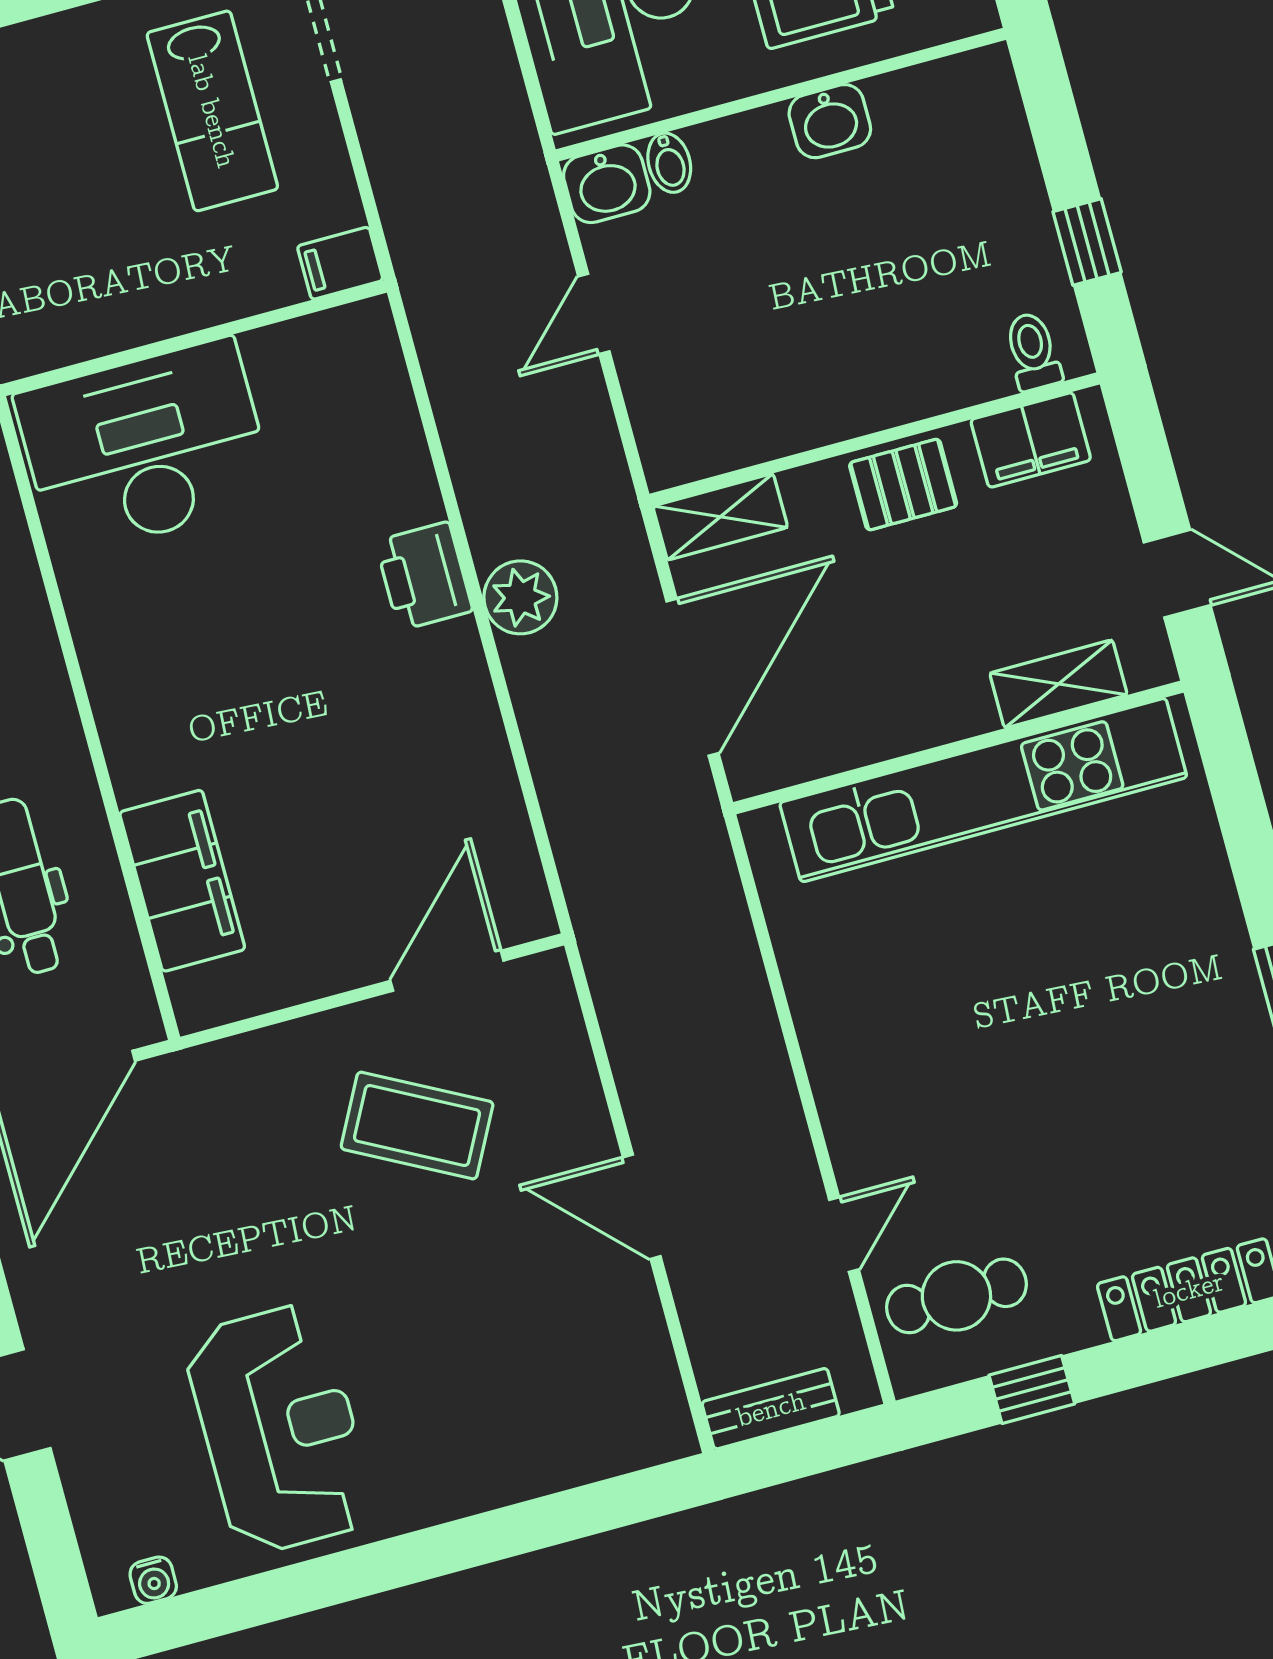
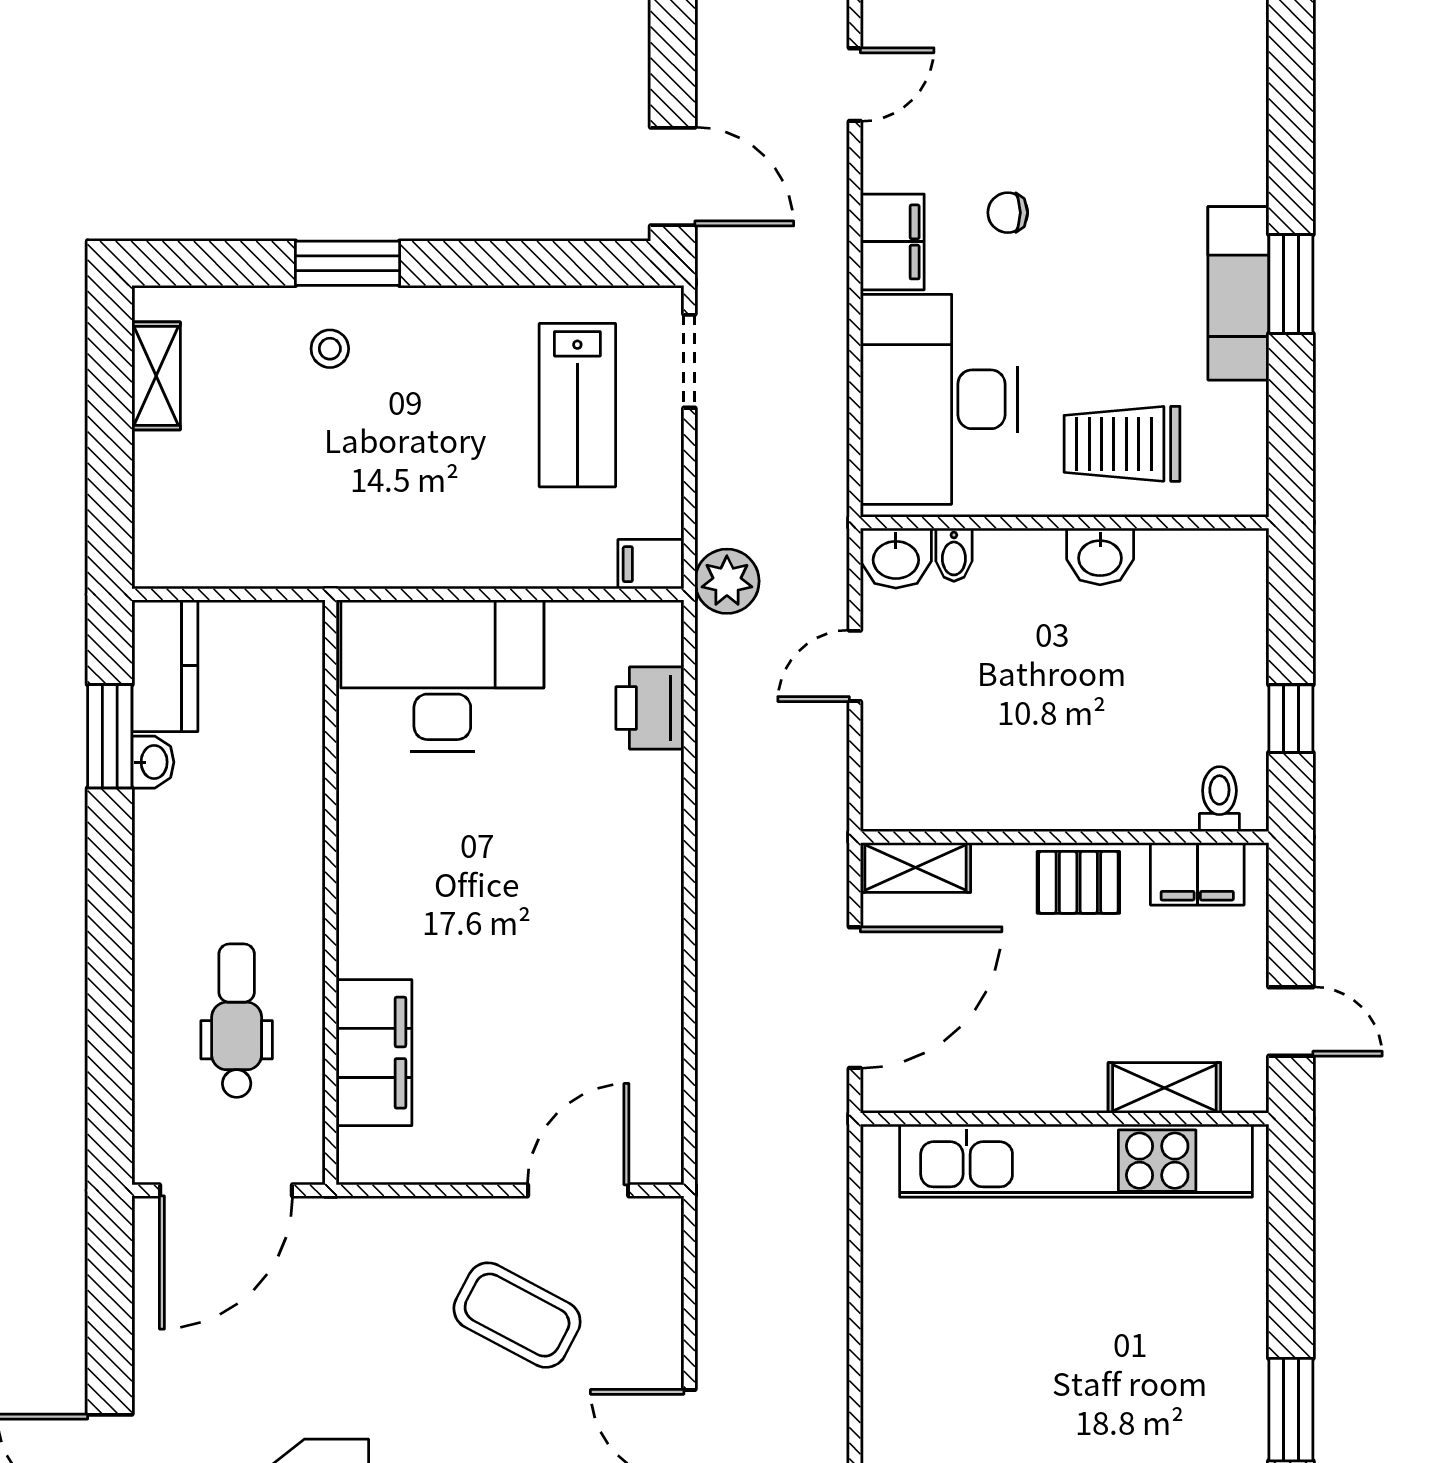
printer: (424, 576) -> (650, 708), moved
plant: (520, 597) -> (727, 581), moved

